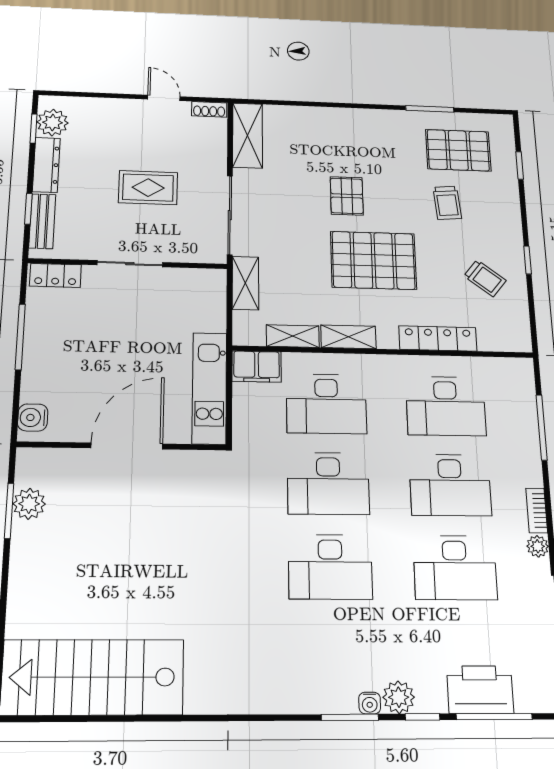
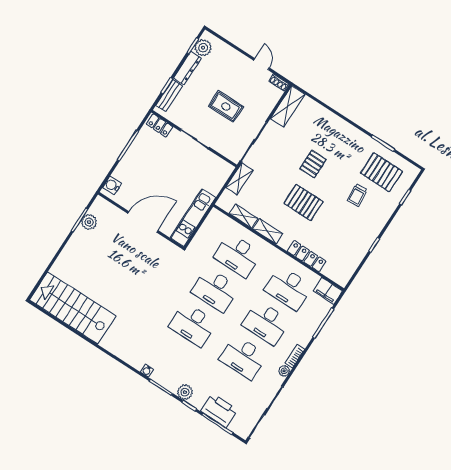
pallet: (373, 260) -> (303, 203), width x0.73, depth x0.71
trolley: (485, 278) -> (348, 242), removed
filing cabinet: (257, 367) -> (328, 291), moved
water cooler: (370, 703) -> (147, 371), moved

